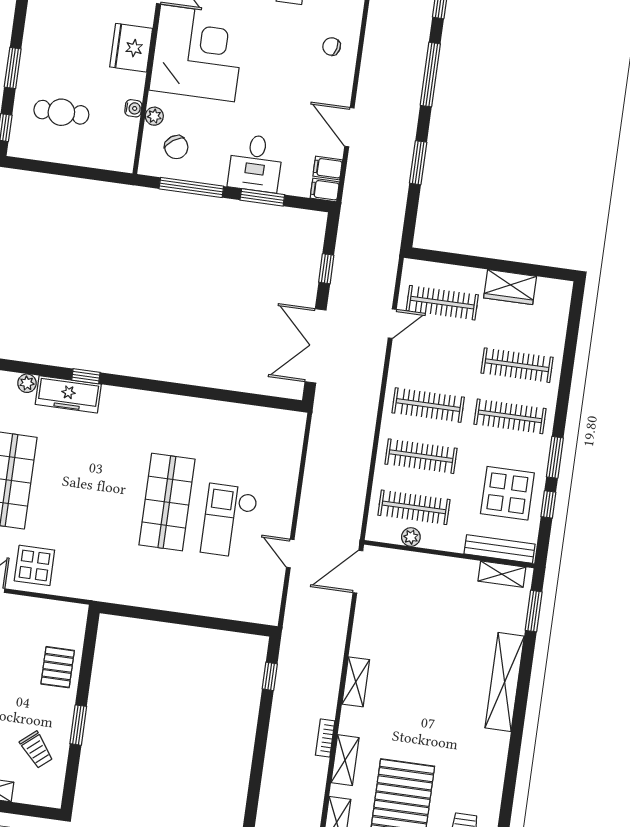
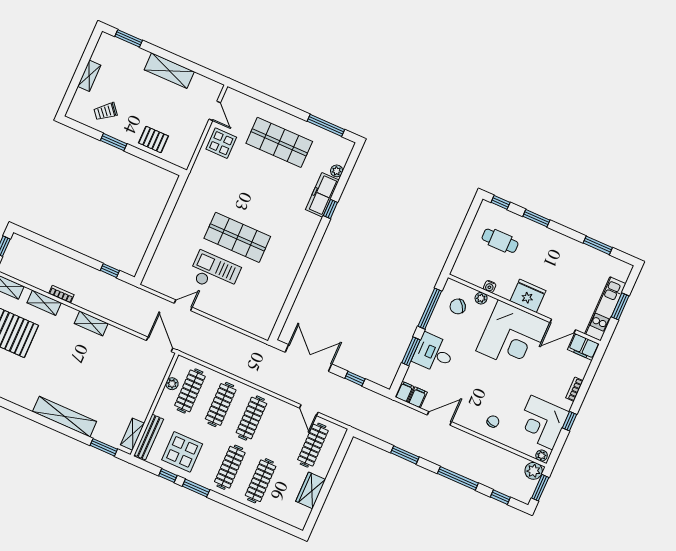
cafe table: (61, 112) -> (500, 241), turned 90

